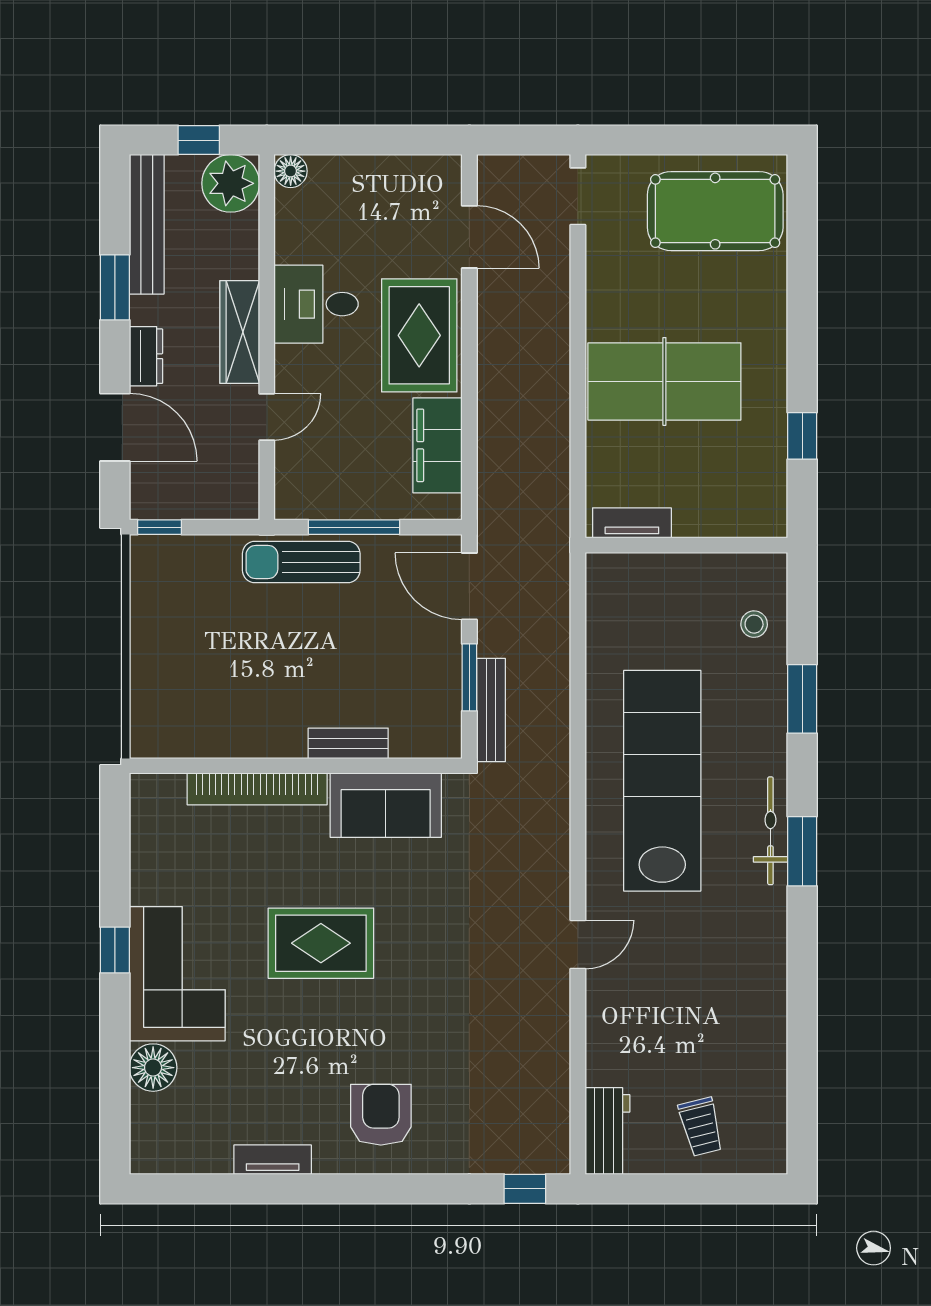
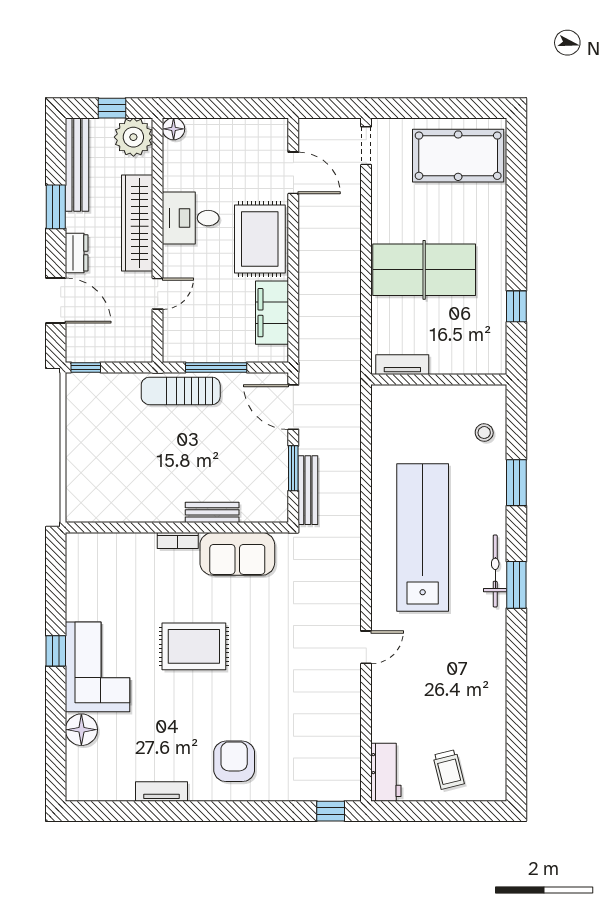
wardrobe: (240, 332) -> (137, 223), width x1.40, depth x1.17
bookcase: (257, 789) -> (178, 540), width x0.43, depth x0.76

